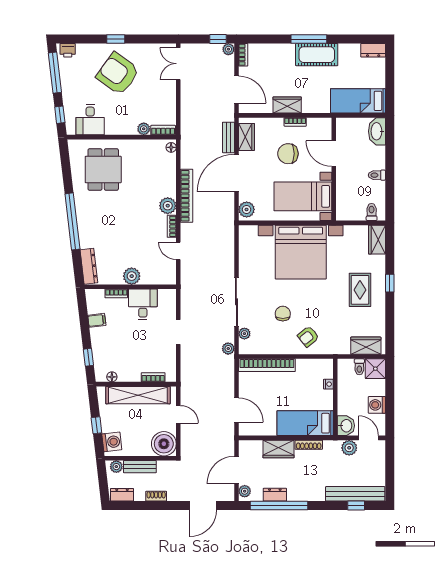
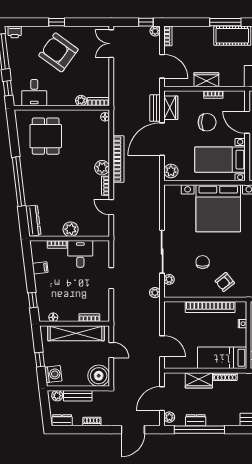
chair: (288, 154) -> (207, 122), turned 180
bookcase: (267, 365) -> (210, 307), moved

